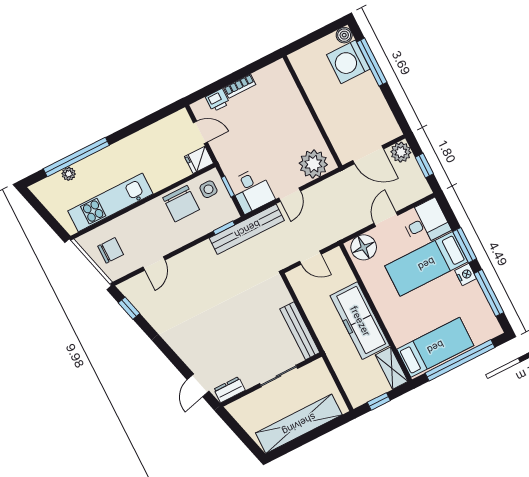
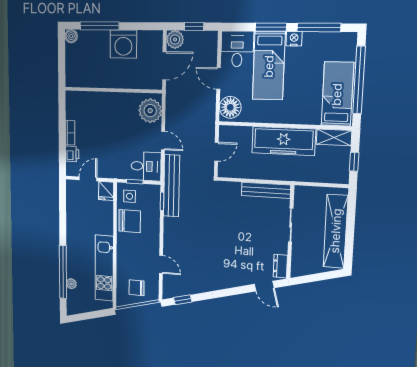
washing machine: (348, 62) -> (123, 44), moved
chair: (111, 250) -> (137, 288), turned -90

